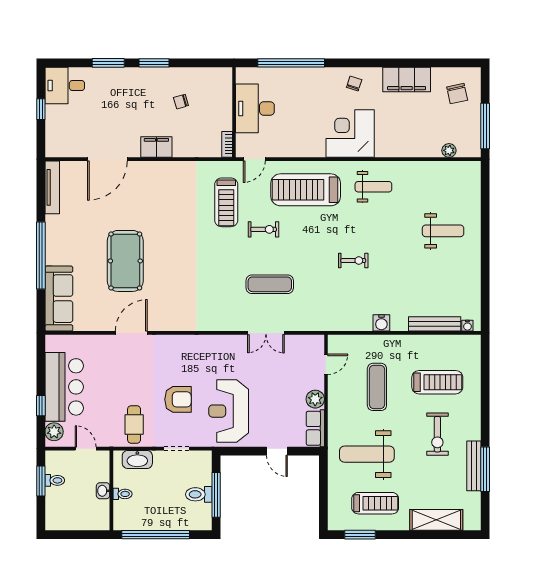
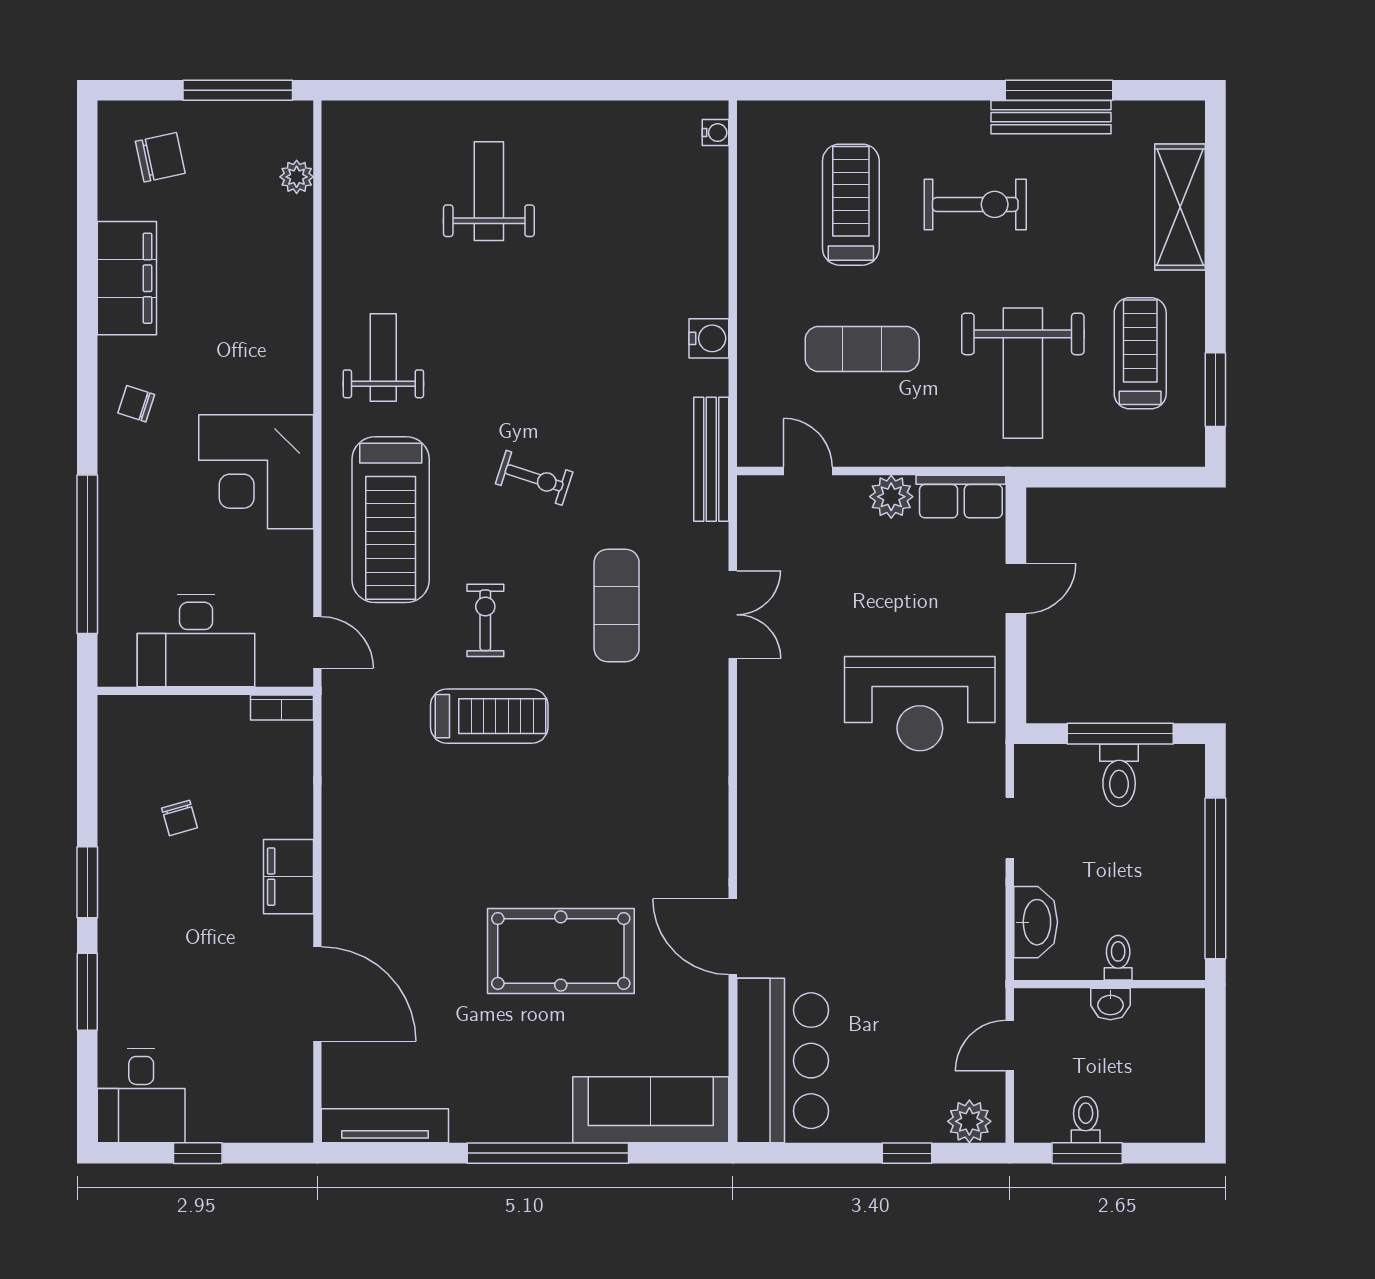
corner desk: (350, 134) -> (256, 472), moved
treadmill: (226, 202) -> (489, 716), moved
exercise bike: (353, 261) -> (534, 478), moved, turned 108
bench: (435, 324) -> (711, 459), moved
bar counter: (64, 387) -> (783, 1061), moved, turned 90
armchair: (178, 399) -> (892, 825), removed
cafe table: (134, 424) -> (952, 930), removed

